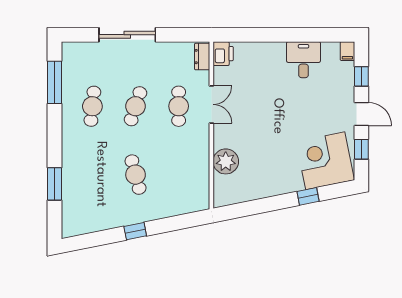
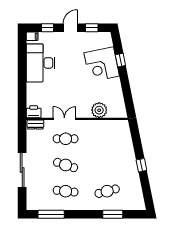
desk: (303, 60) -> (41, 63), width x1.87, depth x1.30
corner desk: (325, 161) -> (102, 64), moved
cafe table: (136, 175) -> (107, 191), moved

